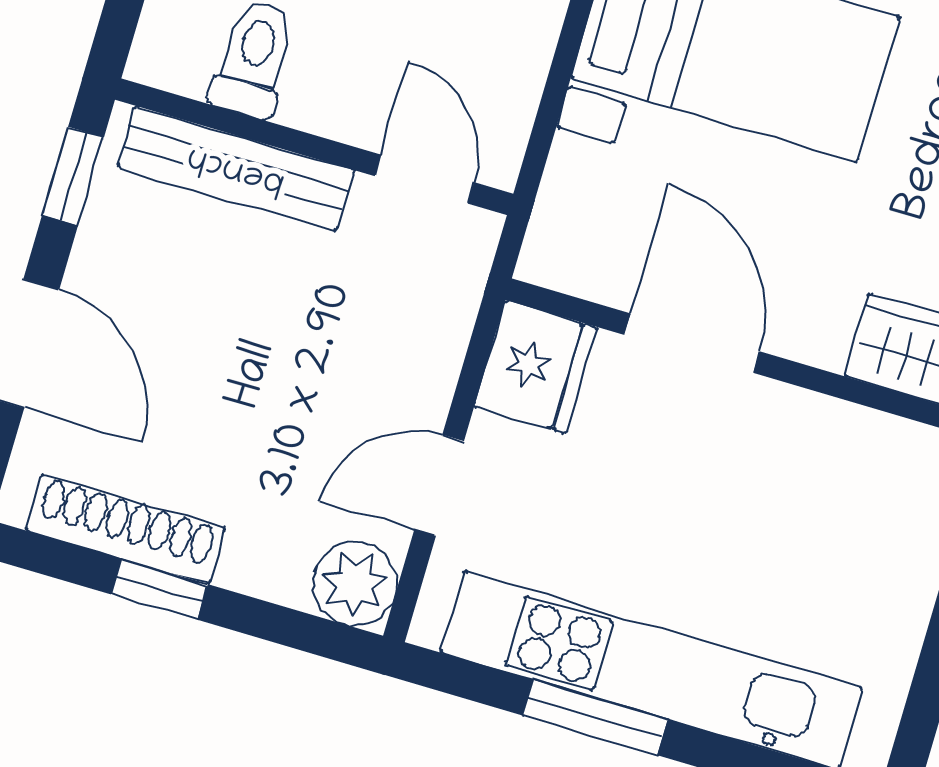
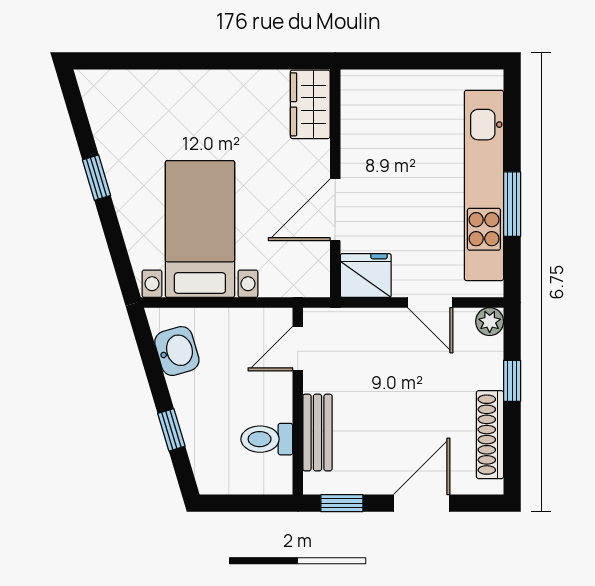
bench: (236, 169) -> (317, 433), width x0.73
plant: (355, 584) -> (490, 322), width x0.73, depth x0.73
window: (159, 589) -> (512, 381), moved

